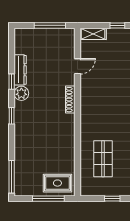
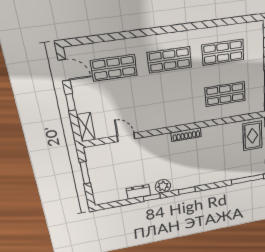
window: (50, 25) -> (85, 173), width x0.69
dresser: (20, 70) -> (138, 192), width x0.70
shoe rack: (70, 100) -> (186, 135), moved

